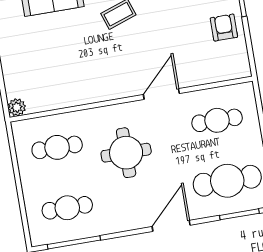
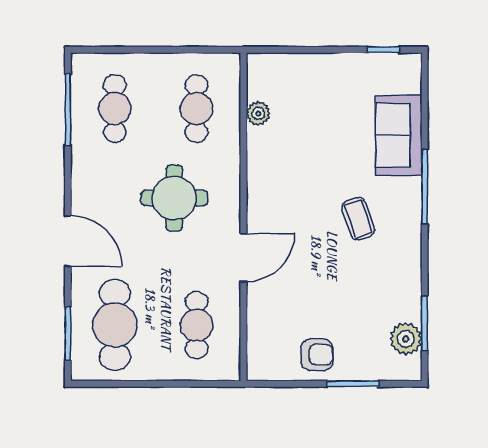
door: (161, 94) -> (243, 258), hinge flipped
plant: (17, 107) -> (258, 114), moved

